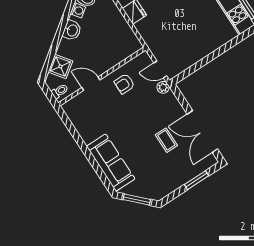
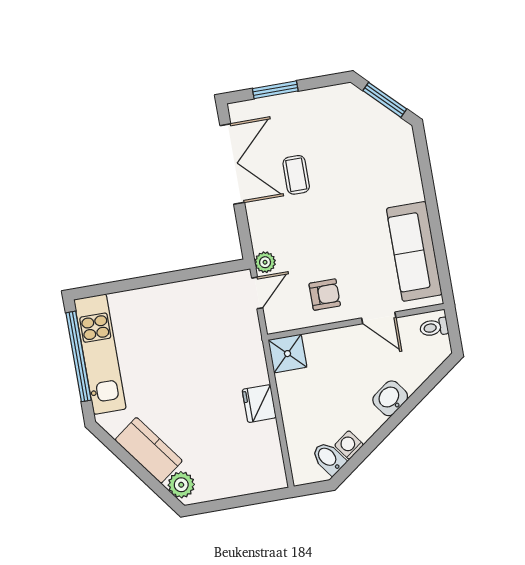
washbasin: (72, 30) -> (390, 398), moved
shower: (60, 66) -> (287, 354), moved, turned 36
door: (160, 69) -> (257, 293), hinge flipped
sofa: (111, 163) -> (414, 251), moved

